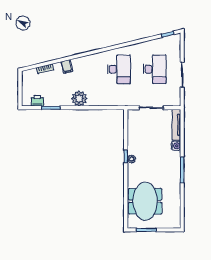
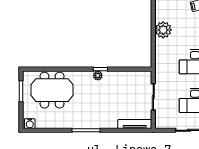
plant: (79, 99) -> (163, 30), moved
water cooler: (176, 146) -> (30, 124), moved

